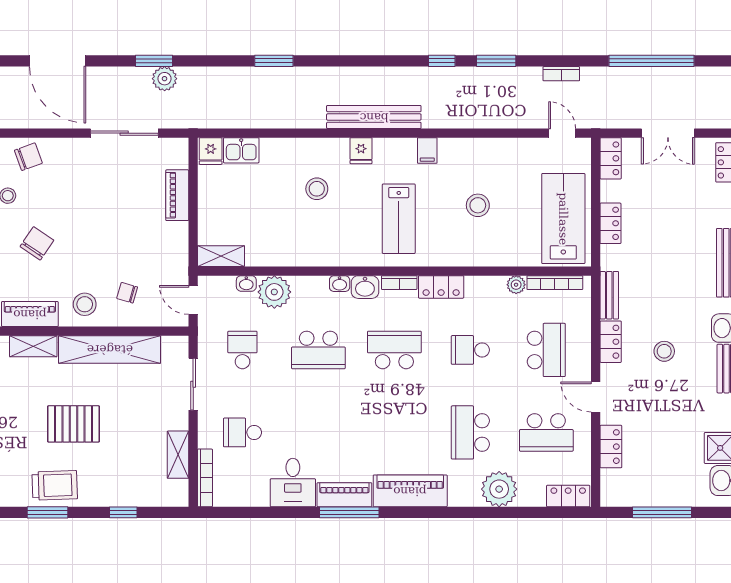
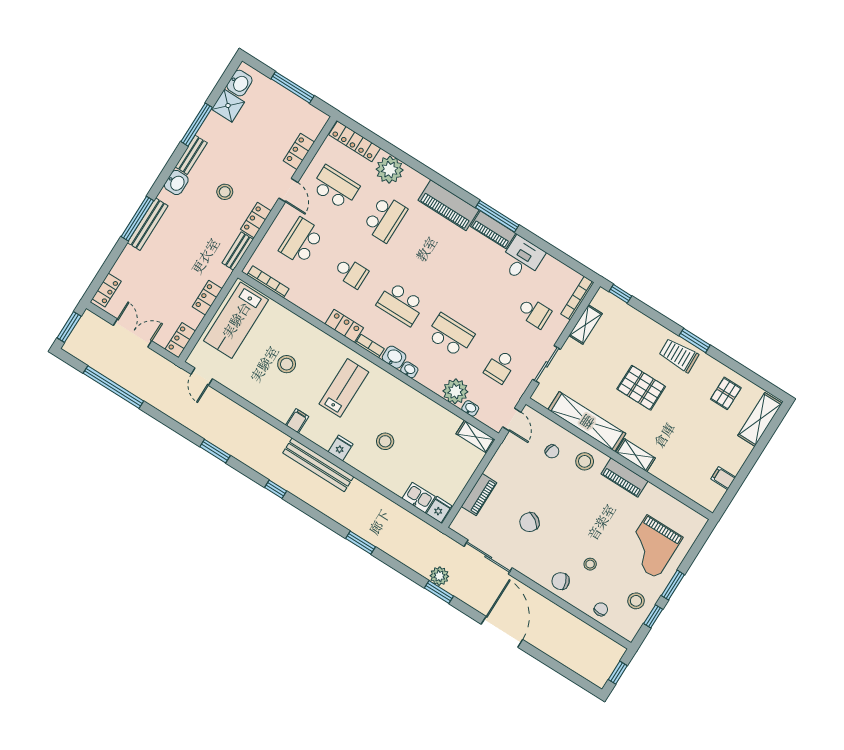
window: (442, 61) -> (276, 489), moved
bookcase: (561, 74) -> (178, 416), removed
chair: (37, 243) -> (529, 522), moved
plant: (516, 285) -> (294, 296), removed
locker: (568, 496) -> (355, 141), width x1.53
window: (123, 512) -> (620, 294), moved

